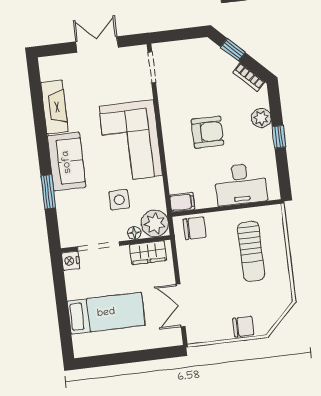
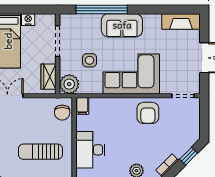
fireplace: (55, 107) -> (181, 21), moved
armchair: (207, 132) -> (148, 113), moved
window: (48, 192) -> (102, 9), width x2.11
floor lamp: (134, 233) -> (64, 68), removed
nightstand: (71, 261) -> (28, 20), moved

